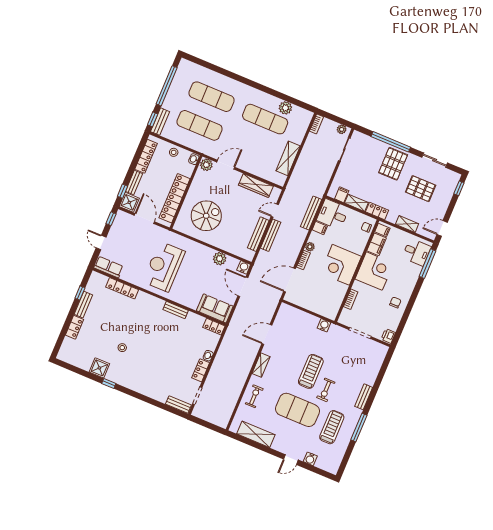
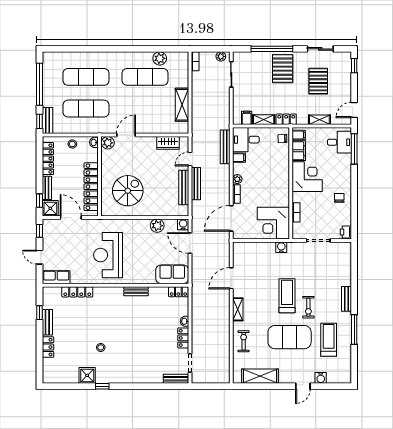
wardrobe: (256, 186) -> (168, 143), width x0.67
pallet: (421, 189) -> (318, 81), turned 90
corner desk: (341, 265) -> (273, 223), moved

